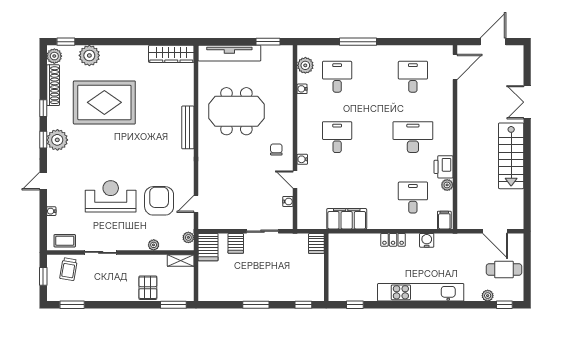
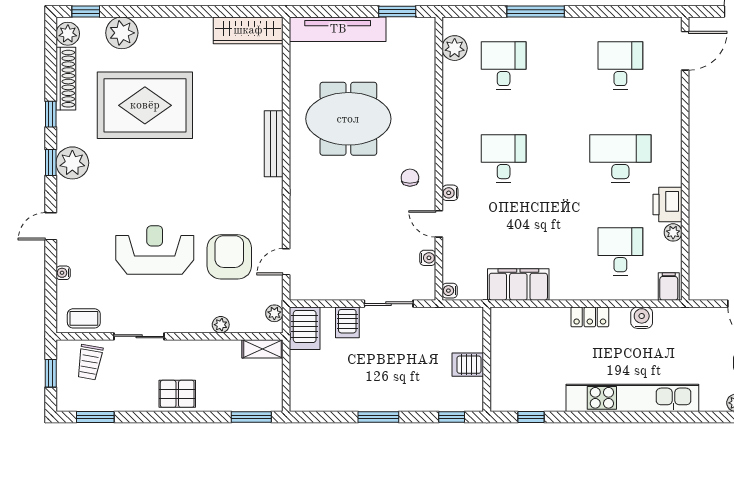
water cooler: (302, 89) -> (450, 291), moved
server rack: (316, 243) -> (468, 365), moved, turned 90
pallet: (148, 288) -> (177, 394), moved, turned 90

